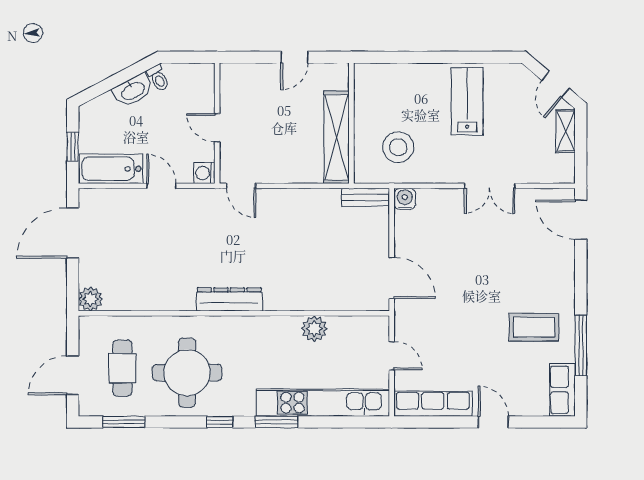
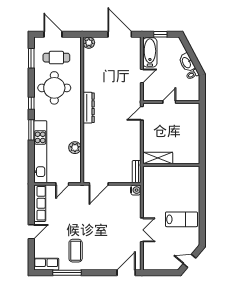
door: (294, 57) -> (202, 138), removed
shelving: (566, 131) -> (168, 265), removed
shelving: (336, 137) -> (158, 158), width x0.68
stool: (398, 147) -> (160, 187), removed
washing machine: (204, 173) -> (148, 96), removed
double door: (490, 186) -> (142, 230), swing flipped

